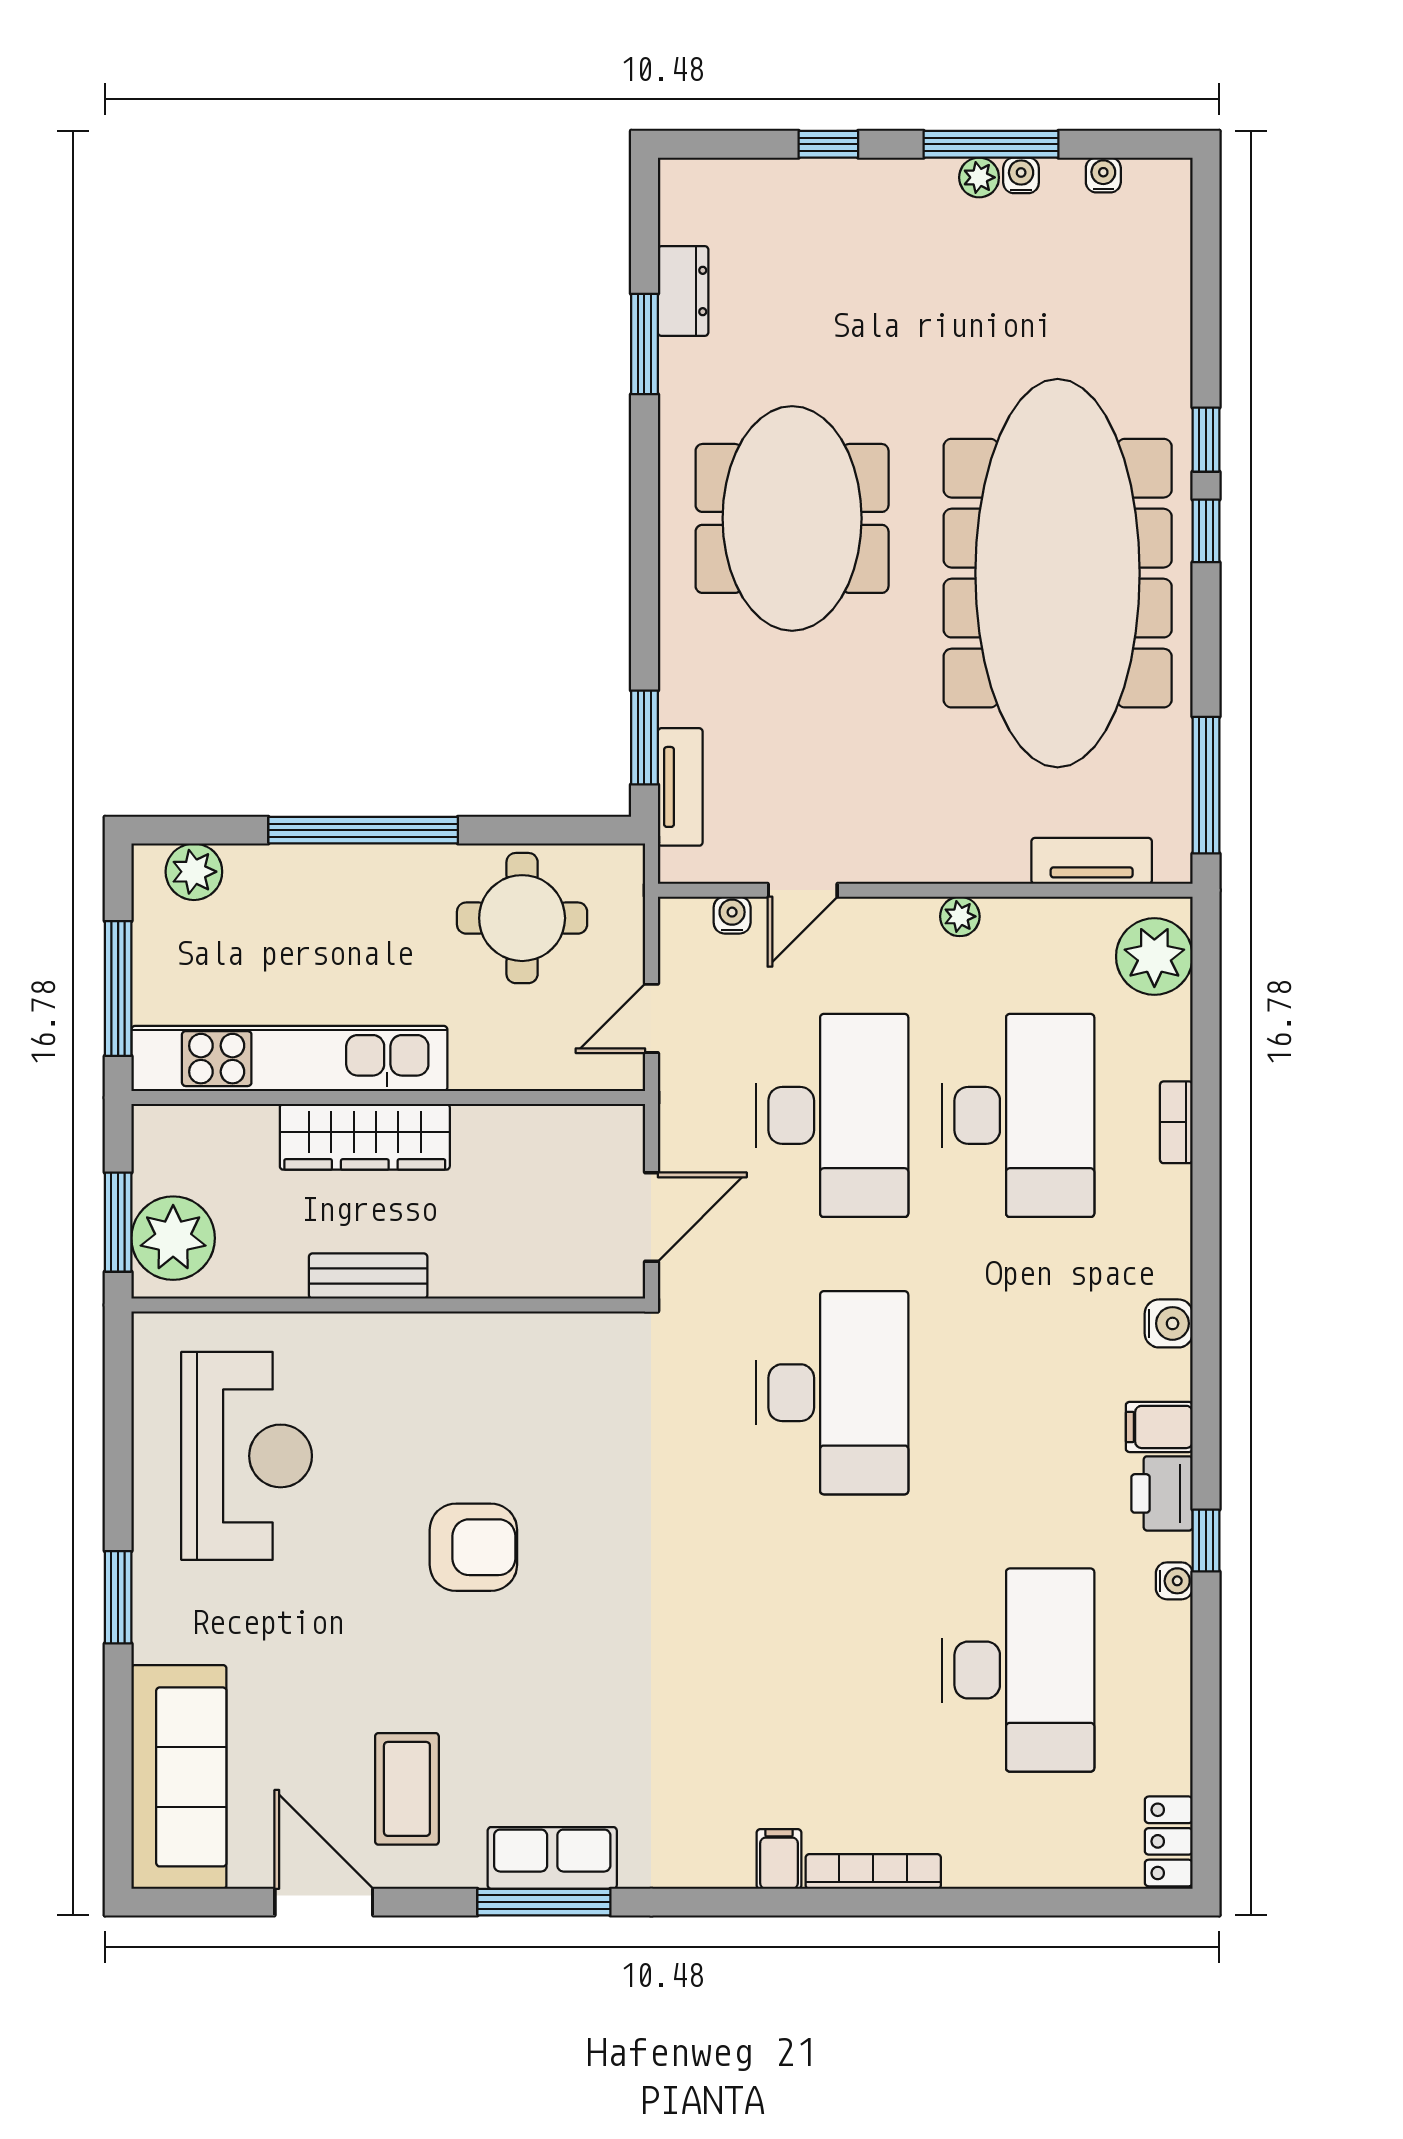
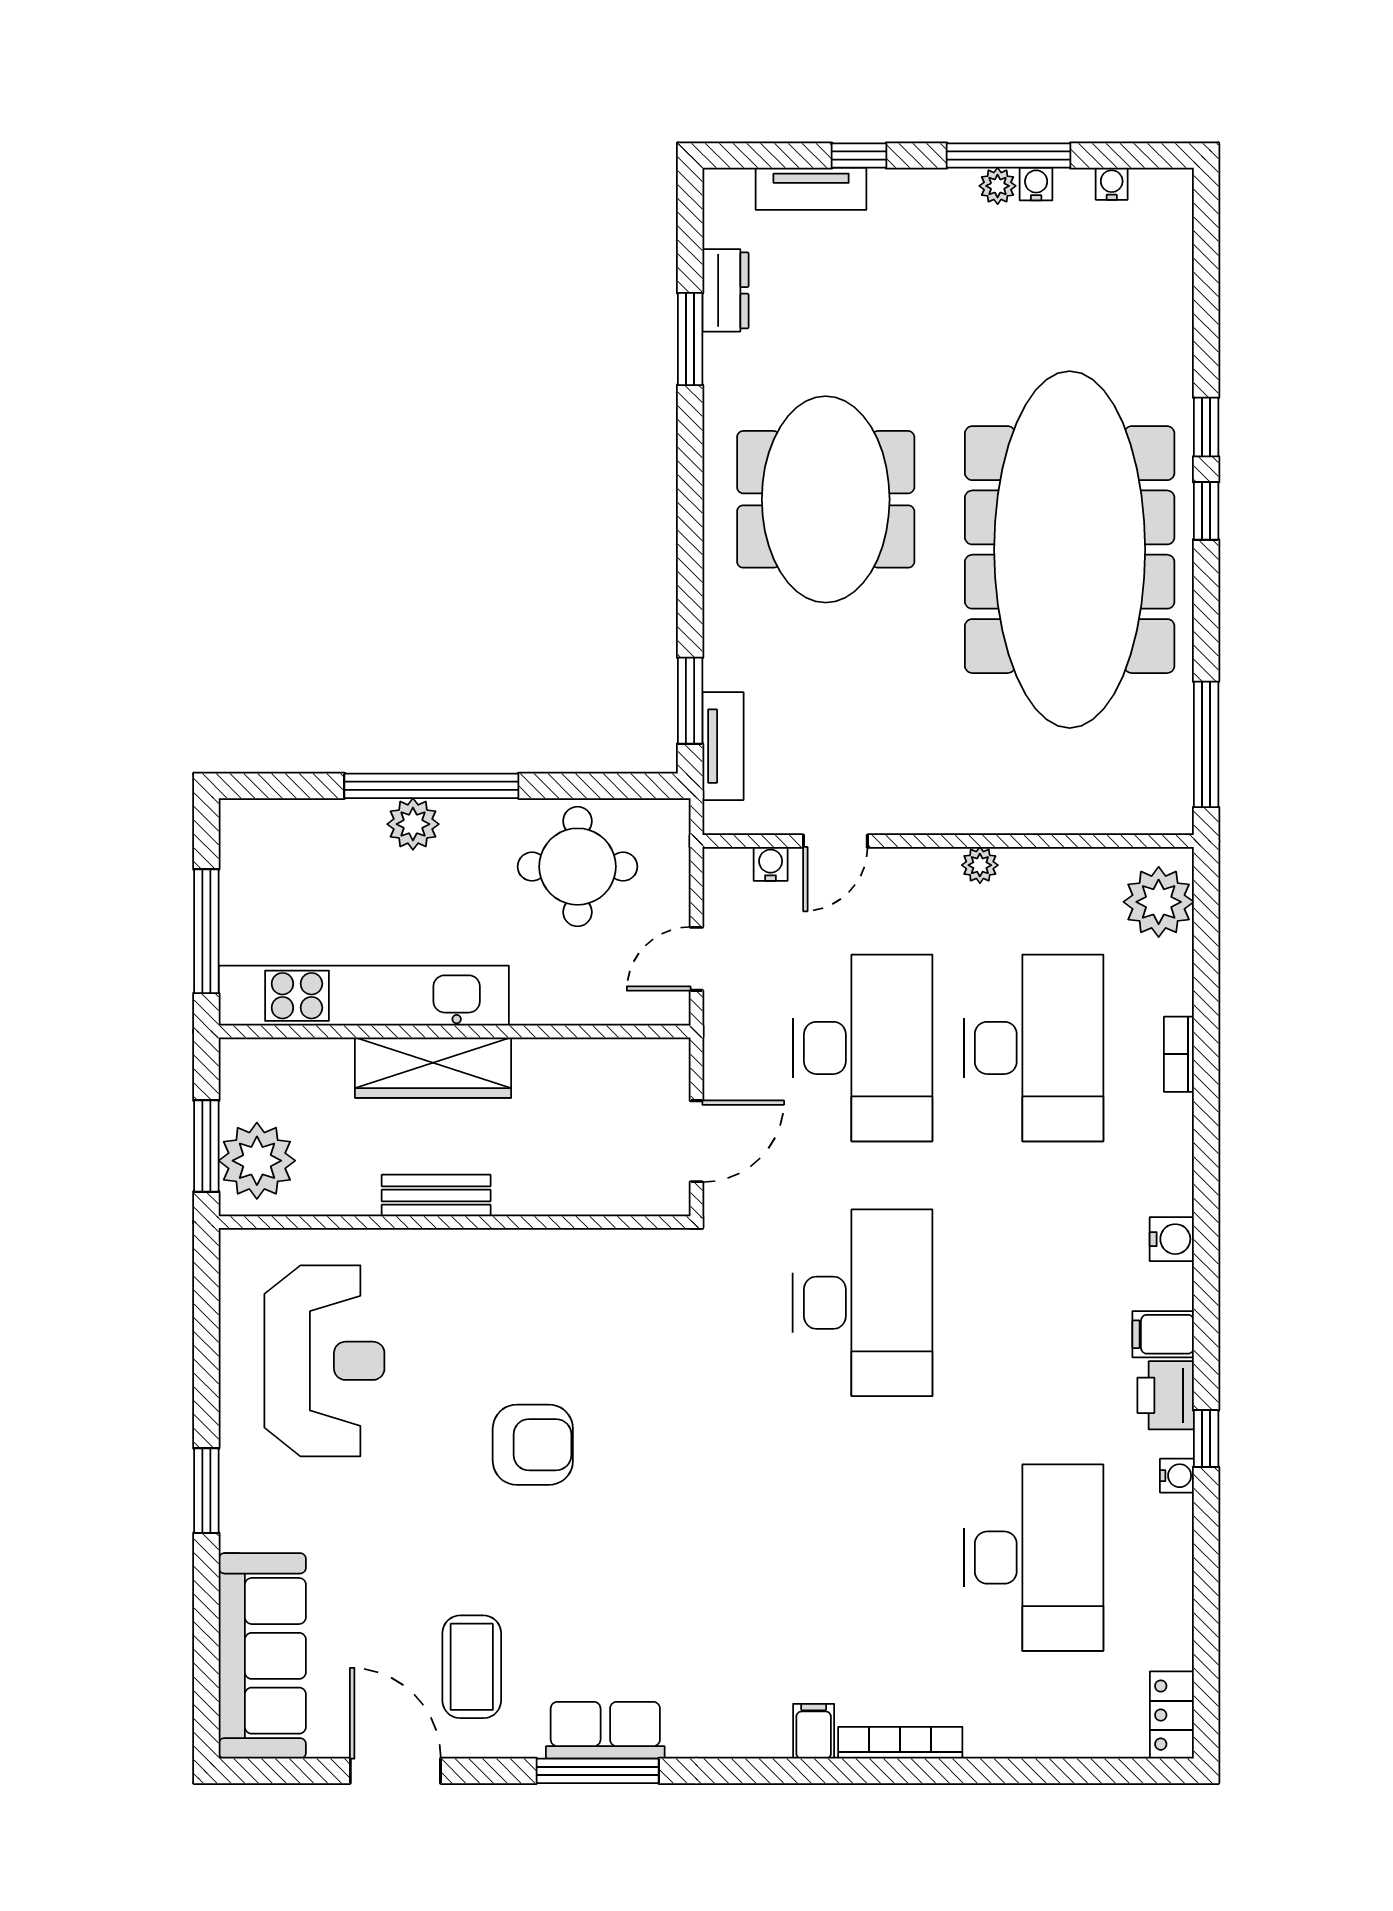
tv unit: (1092, 861) -> (811, 189), moved, turned 180
plant: (194, 872) -> (413, 824), moved

